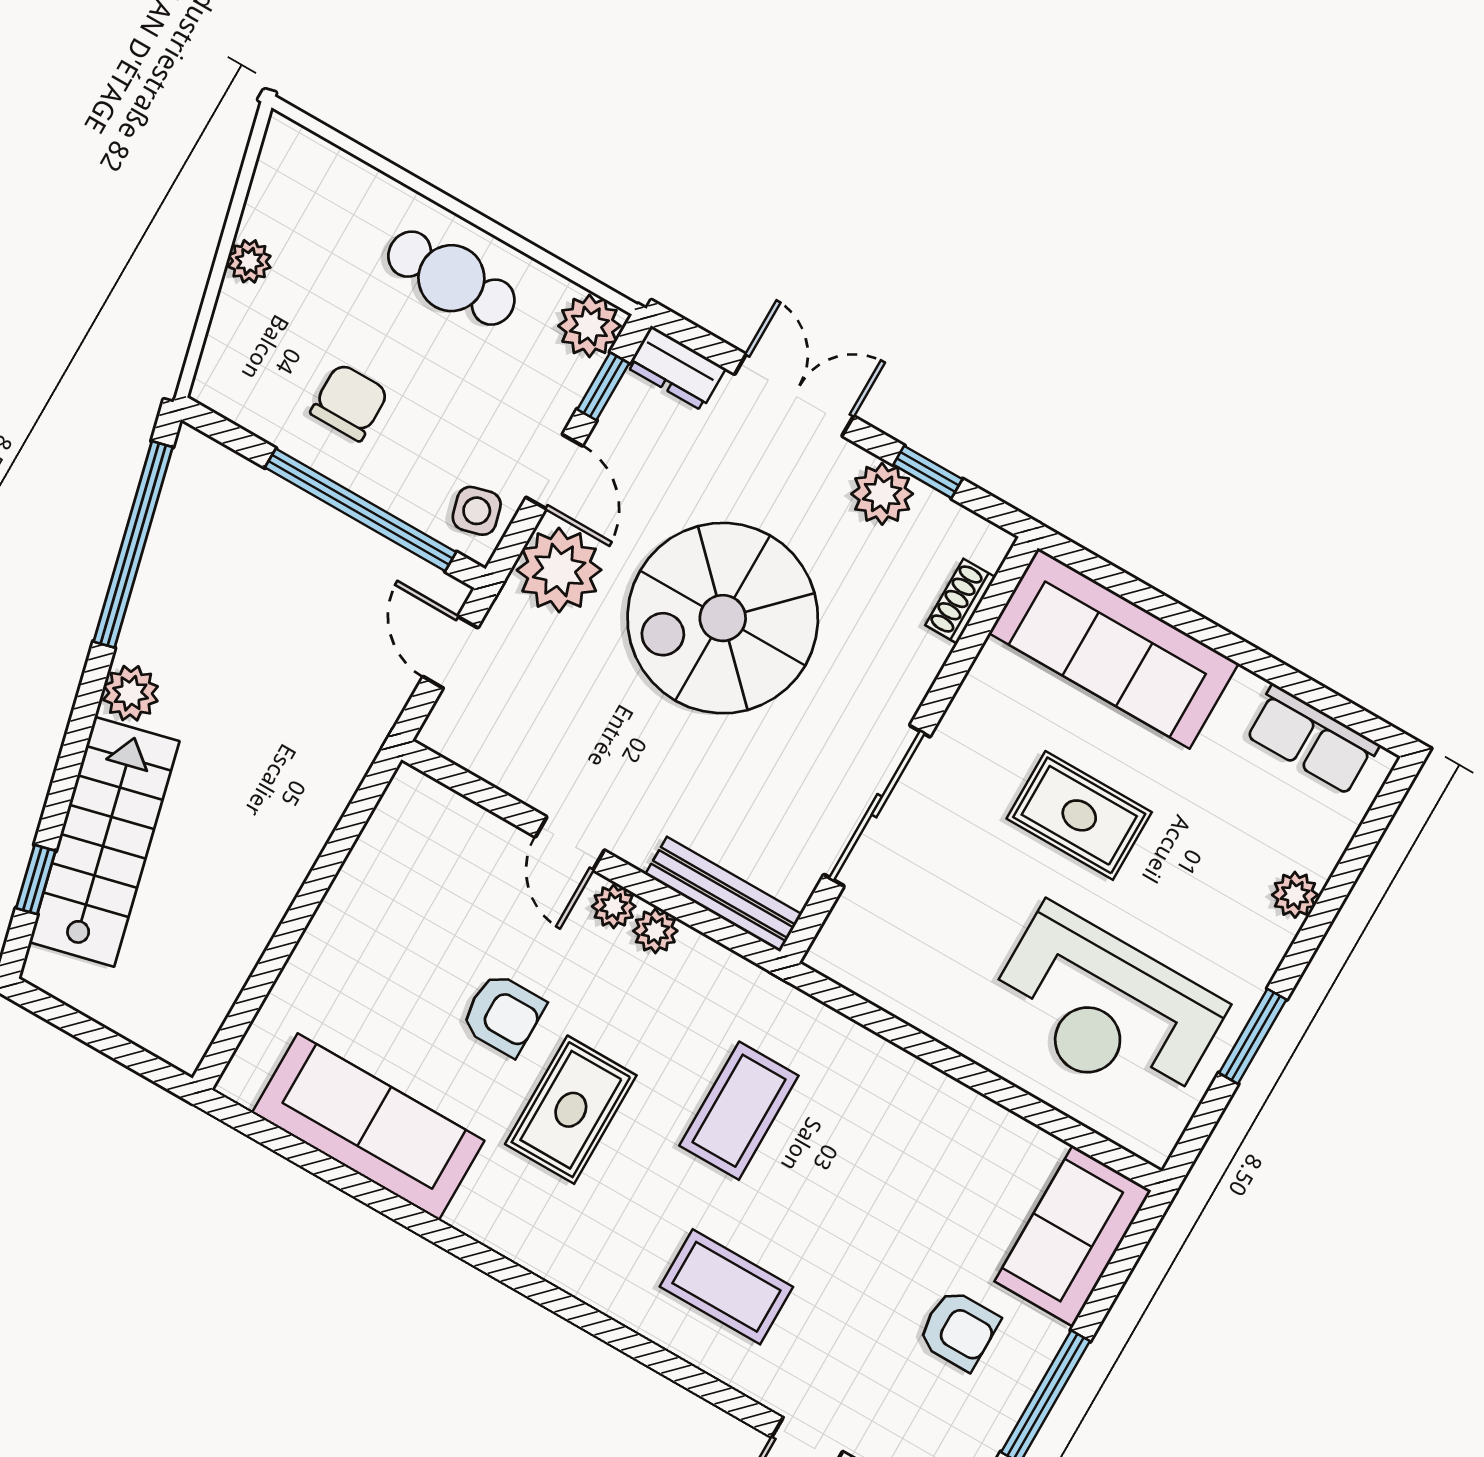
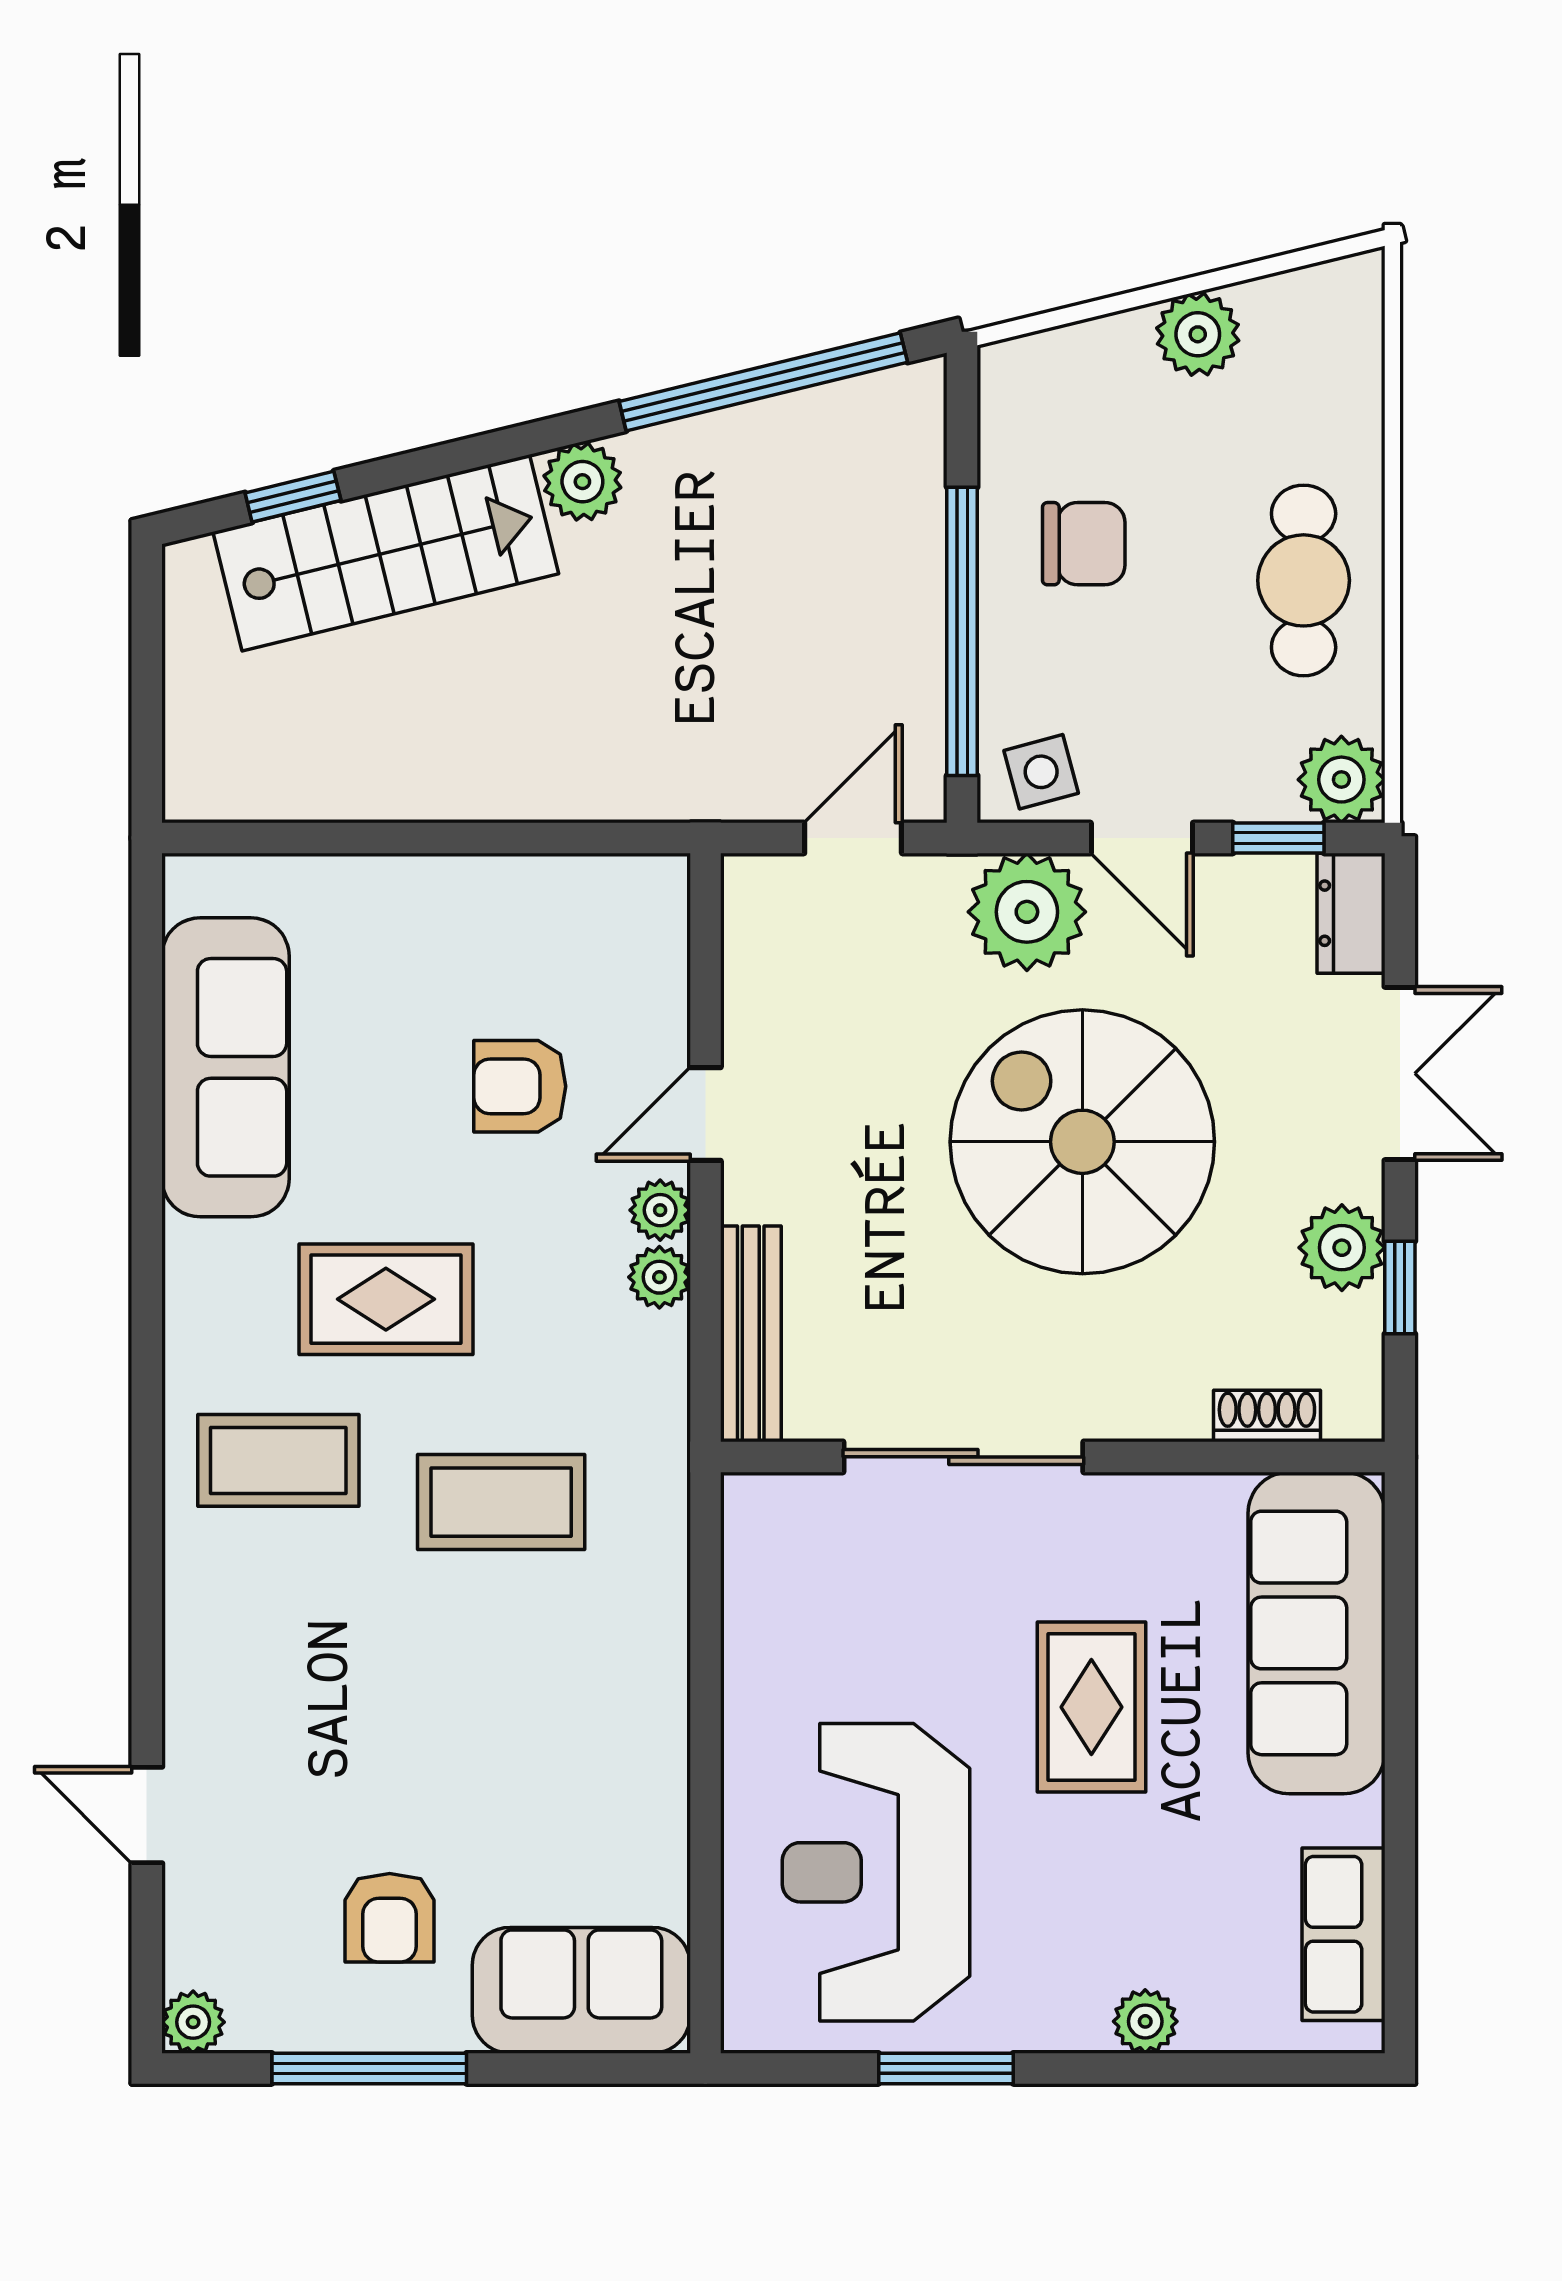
plant: (249, 261) -> (1198, 334), width x1.38, depth x1.38
door: (554, 472) -> (1142, 838), hinge flipped
armchair: (503, 1015) -> (520, 1086), moved, turned 90
coffee table: (726, 1287) -> (278, 1460), moved, turned 90

